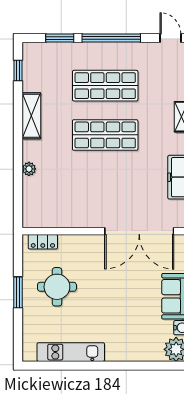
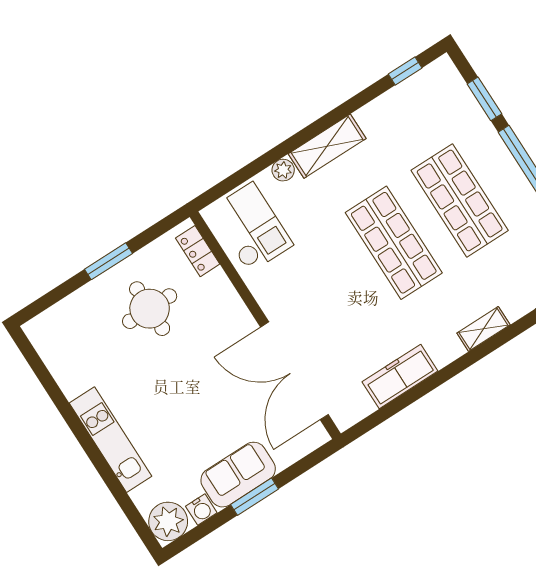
shelving: (31, 116) -> (327, 146), moved
checkout: (48, 205) -> (251, 227), added
kitchen unit: (71, 352) -> (111, 440), moved

